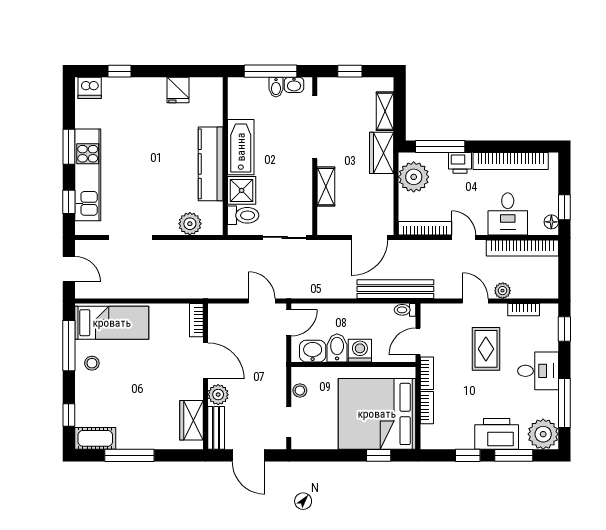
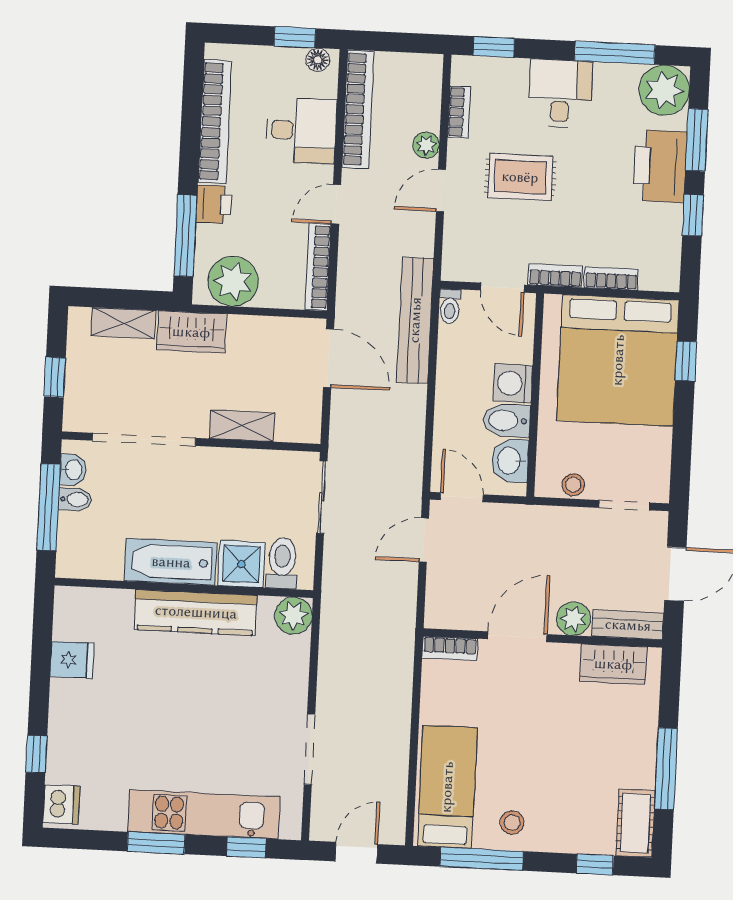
plant: (190, 224) -> (293, 616), moved

